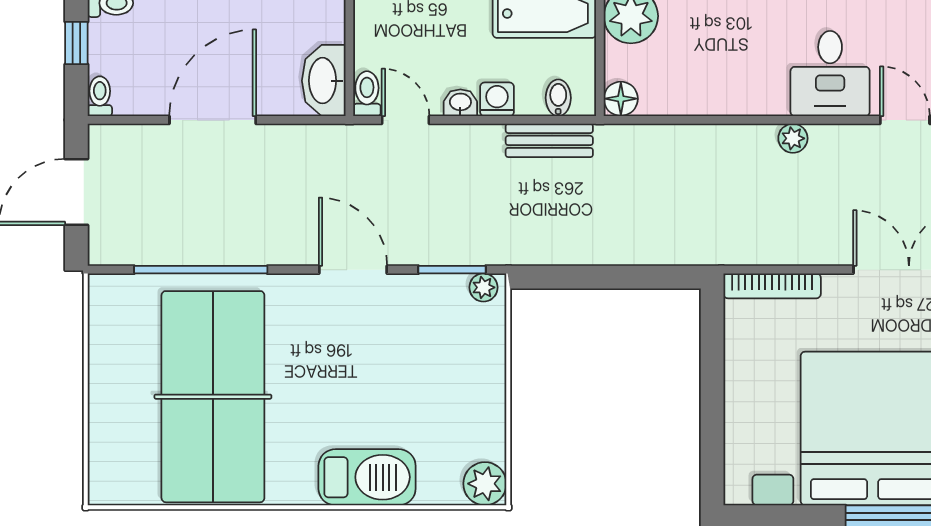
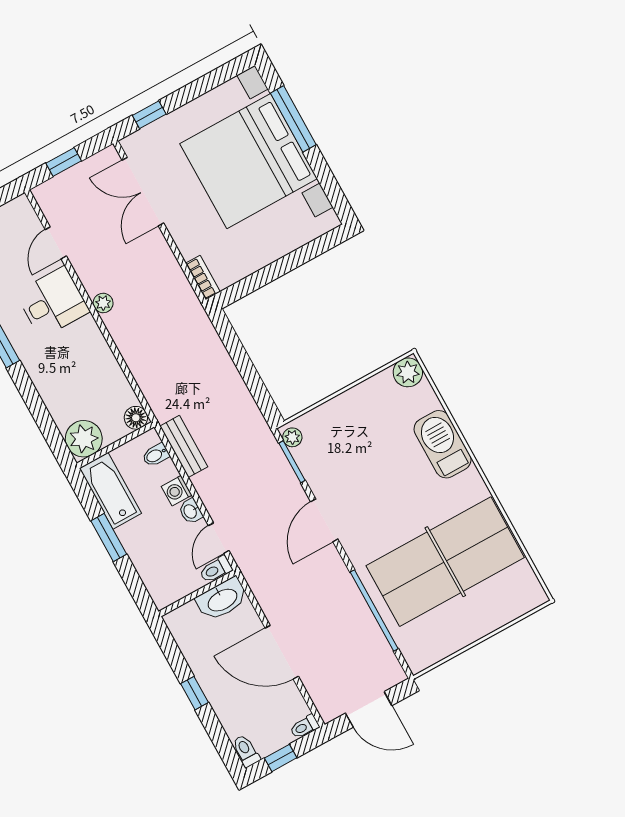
bookcase: (772, 286) -> (203, 278), width x0.64

